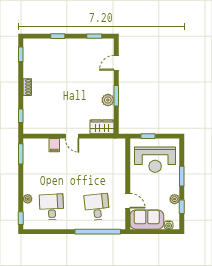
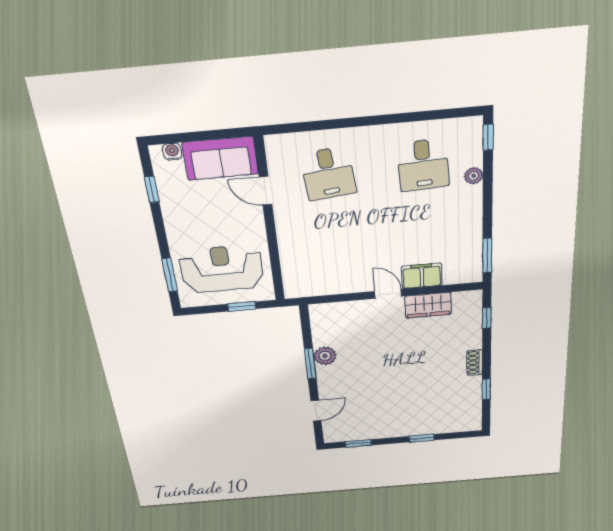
window: (21, 54) -> (486, 389), moved
wardrobe: (102, 127) -> (428, 305), moved
filing cabinet: (54, 145) -> (422, 276), width x2.00
window: (182, 176) -> (170, 275), moved
plant: (175, 199) -> (169, 202), removed
window: (98, 232) -> (322, 125), removed

